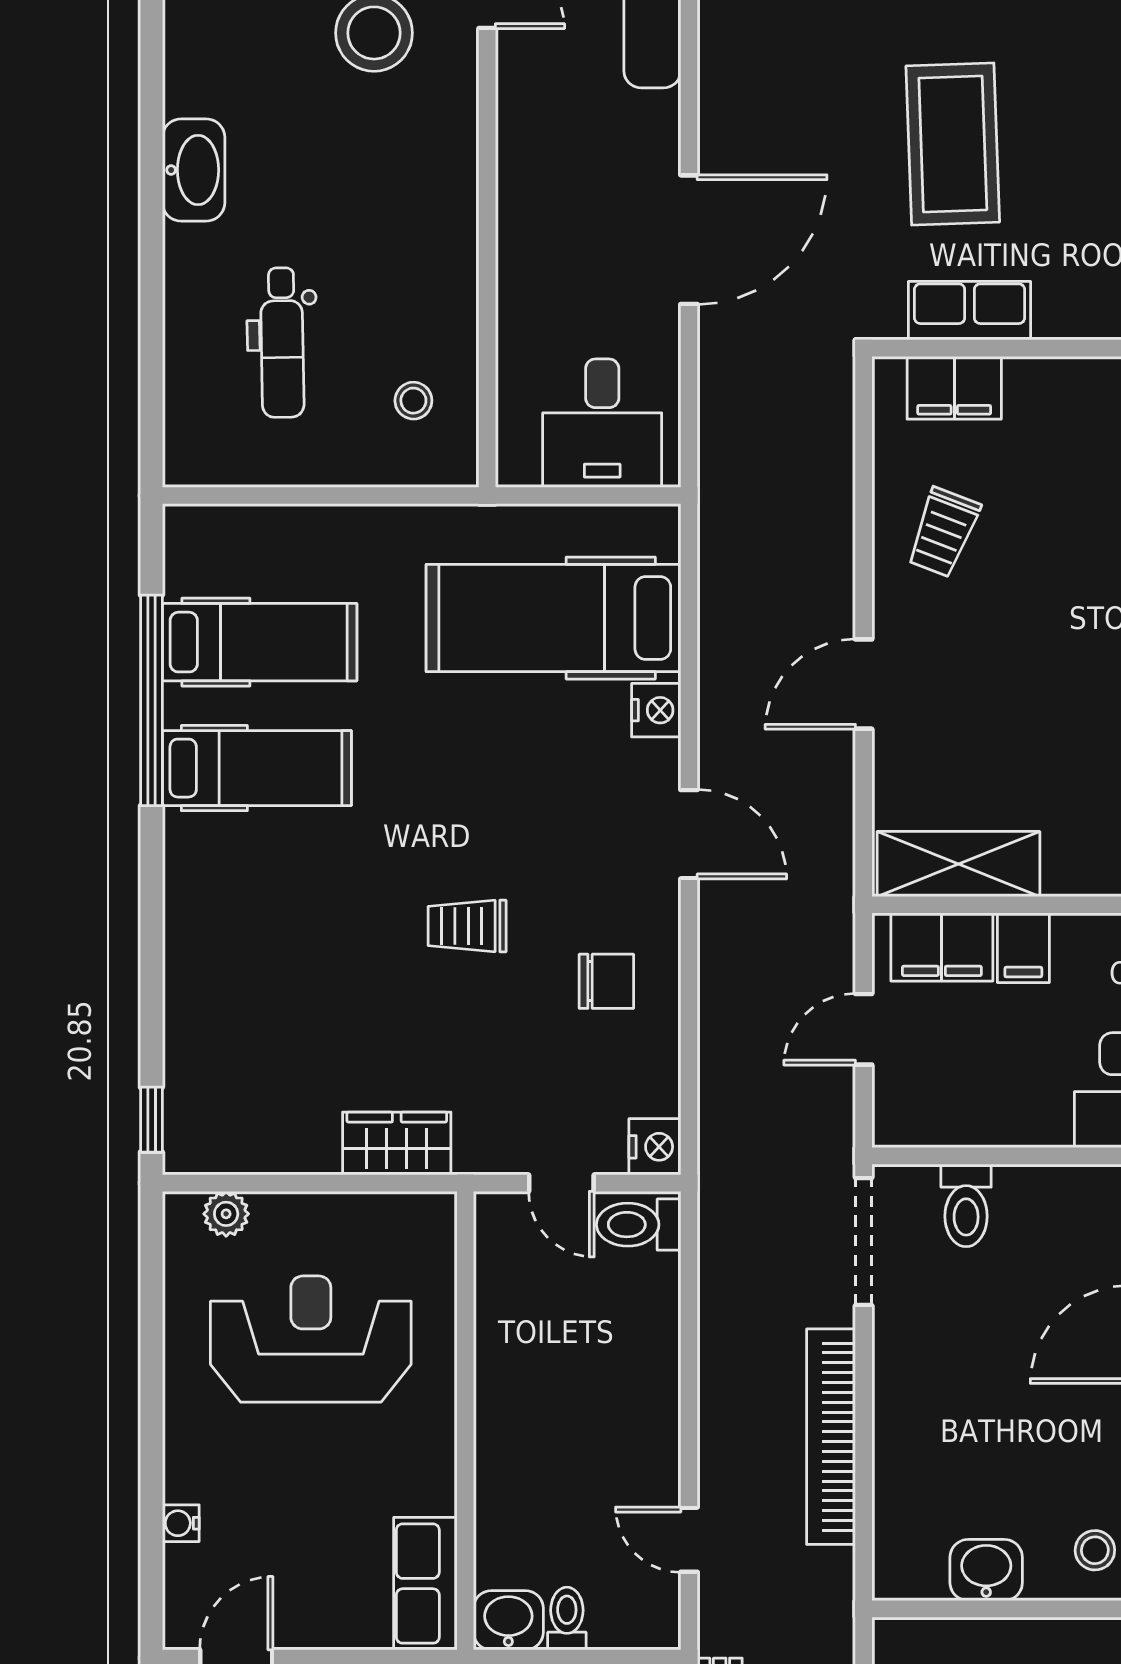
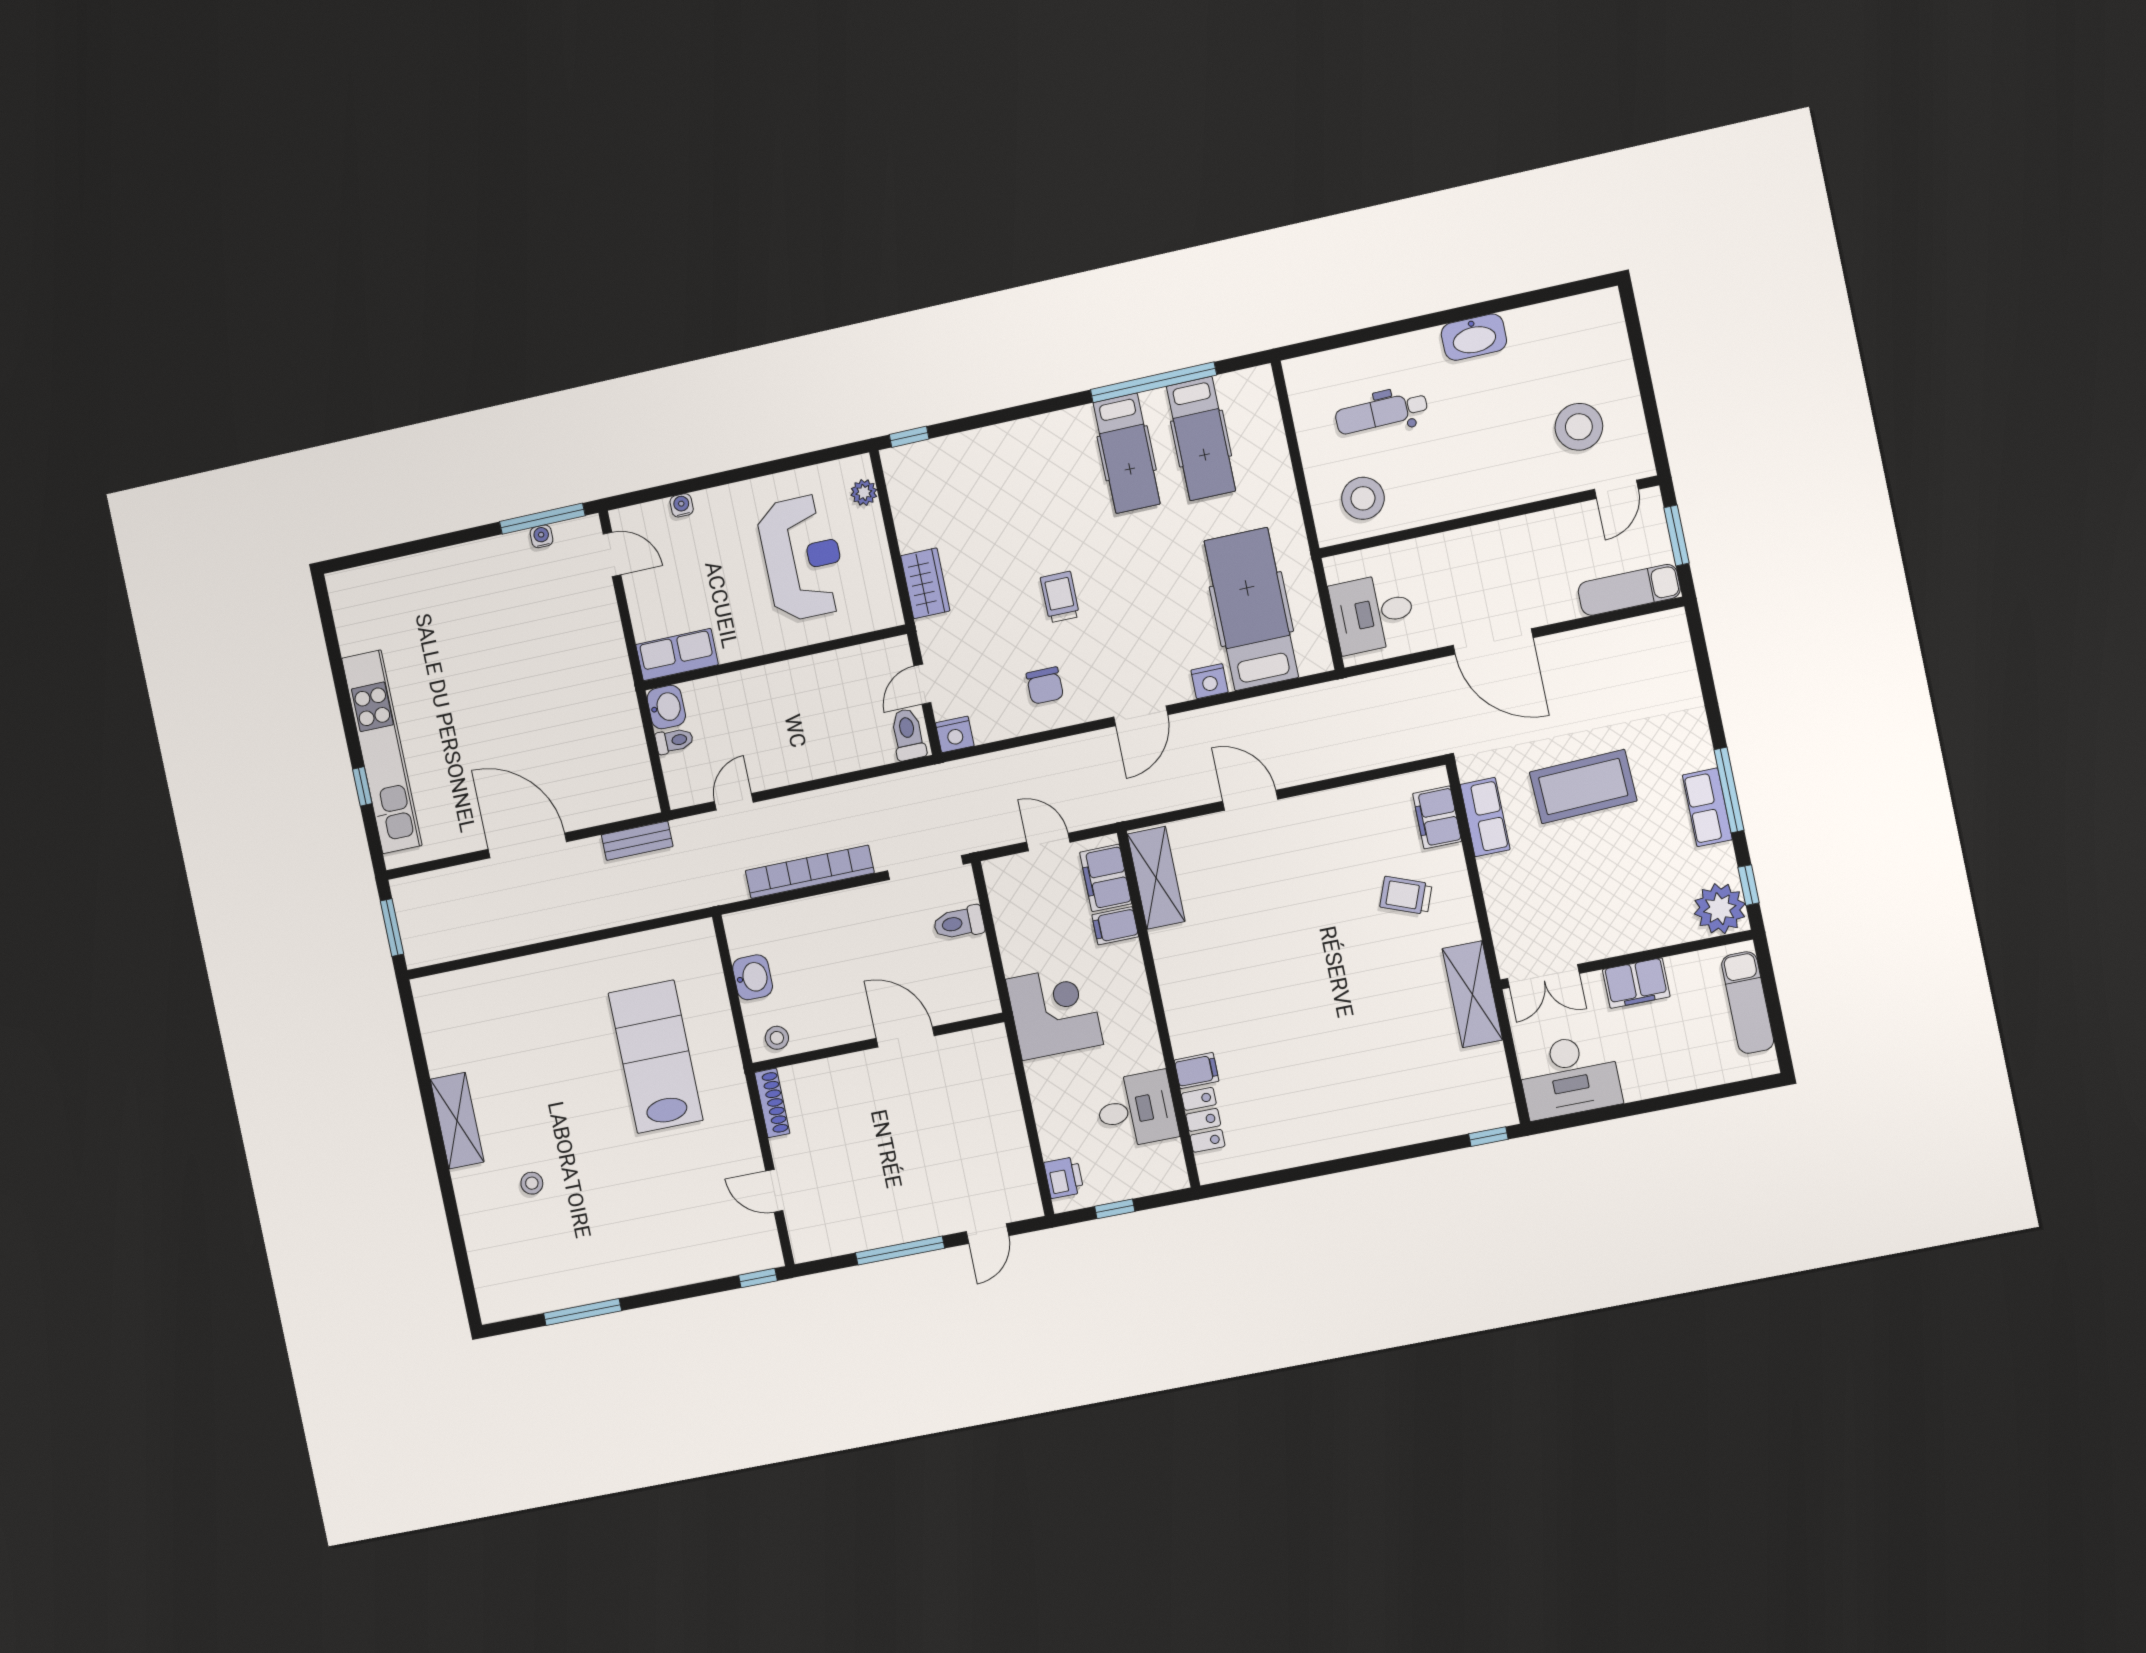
stool: (413, 401) -> (1363, 498), width x1.89, depth x1.89
trolley: (943, 532) -> (1406, 895), moved

